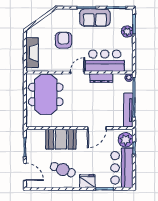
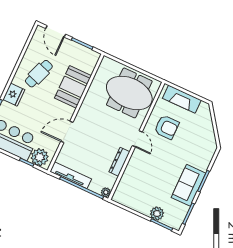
armchair: (64, 40) -> (167, 127), moved
bar counter: (105, 61) -> (136, 174), removed
door: (97, 128) -> (67, 132), hinge flipped
door: (25, 172) -> (56, 31), hinge flipped

